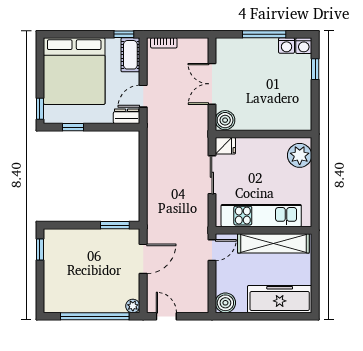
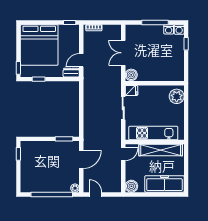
cot: (130, 55) -> (73, 35), removed

